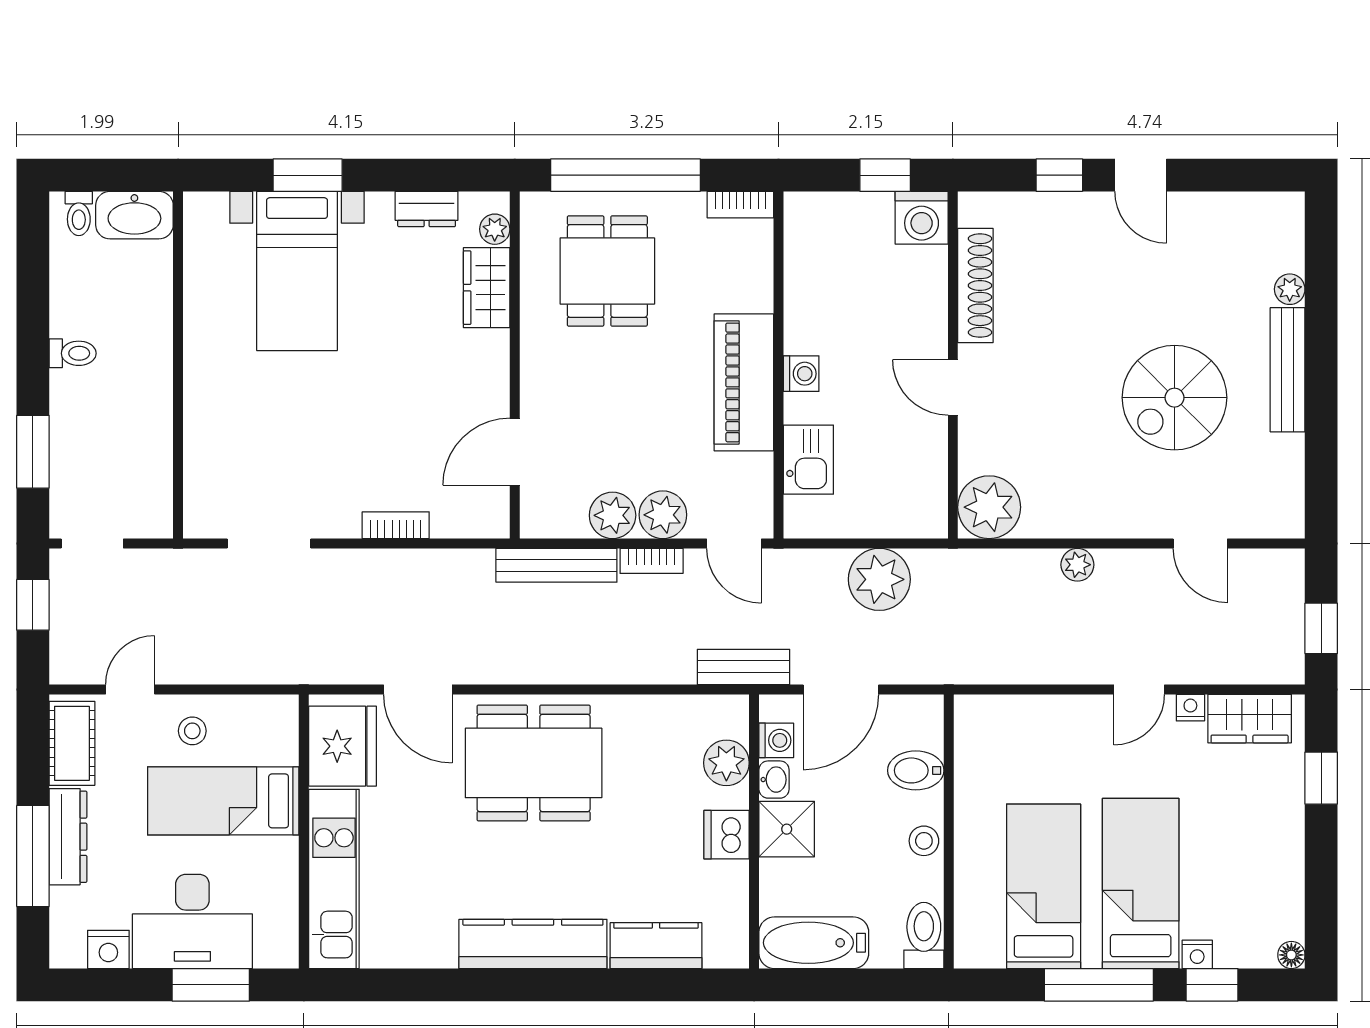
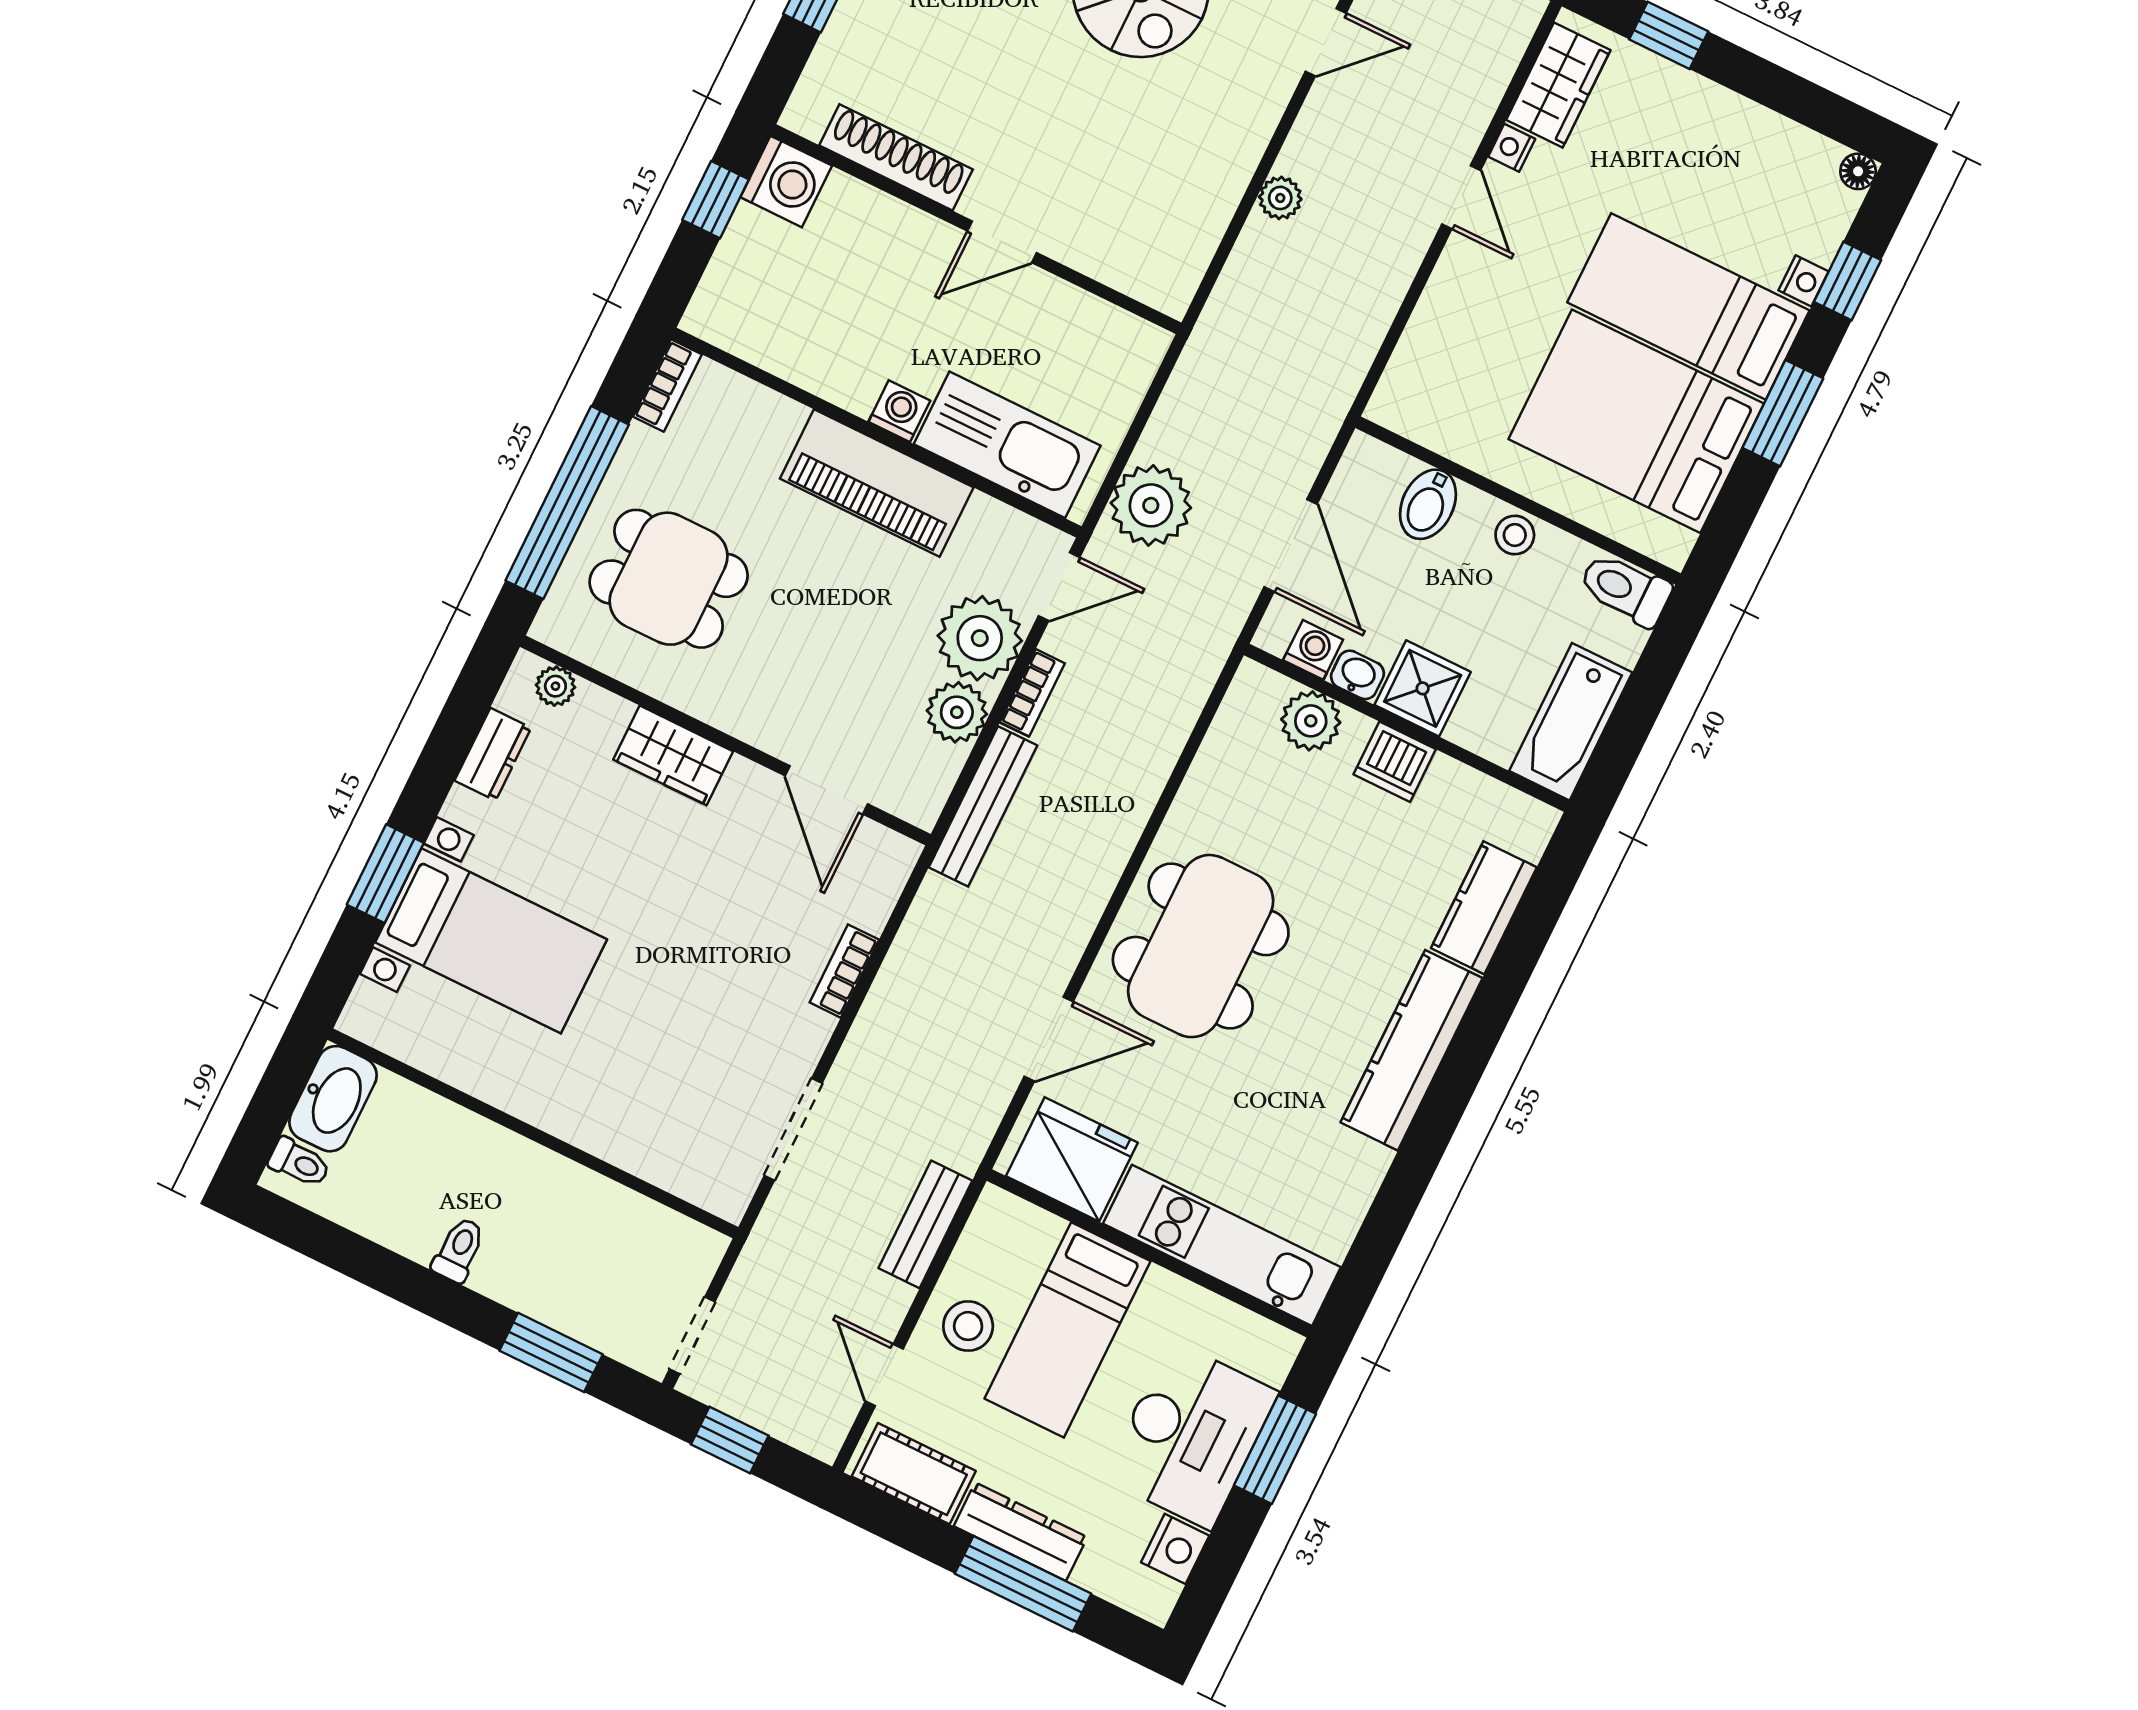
wardrobe: (487, 288) -> (673, 755), moved
kitchen sink: (808, 460) -> (1007, 445), width x1.87, depth x1.24
plant: (989, 507) -> (1163, 268), removed
plant: (663, 515) -> (980, 638), width x1.36, depth x1.36
plant: (879, 579) -> (1151, 505), moved
bench: (744, 667) -> (925, 1224), moved
stool: (192, 731) -> (968, 1326), width x1.37, depth x1.37
bed: (1044, 886) -> (1636, 421), width x1.50
window: (1099, 985) -> (1783, 413), width x0.69

